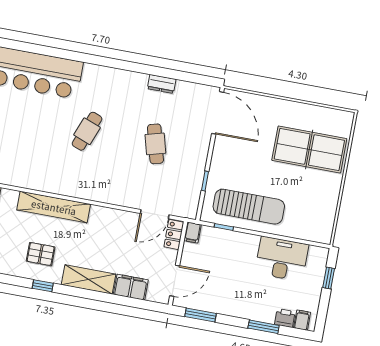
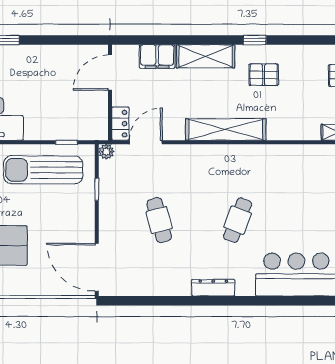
dresser: (162, 84) -> (213, 288), moved, width x1.44
shelving: (54, 207) -> (226, 129), moved
plant: (191, 212) -> (106, 152), added
filing cabinet: (193, 233) -> (100, 130), removed
window: (201, 315) -> (74, 40), removed

